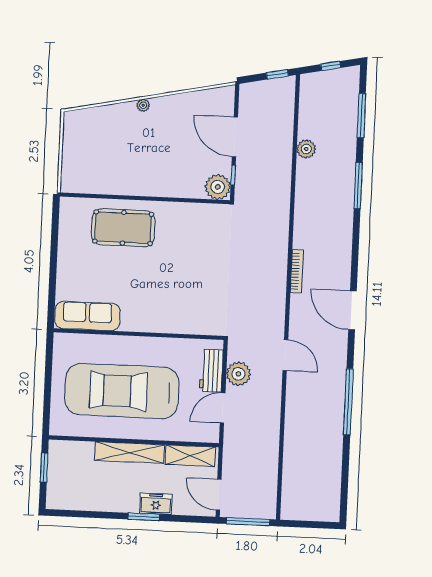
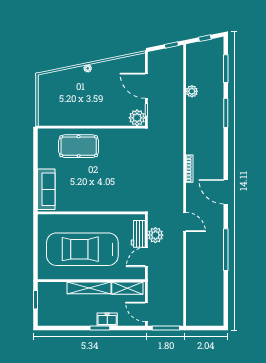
sofa: (87, 316) -> (46, 189), moved, turned 90

